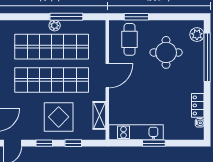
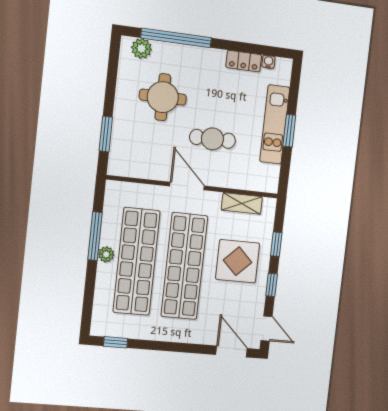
cafe table: (130, 39) -> (212, 139), moved
kitchen unit: (136, 132) -> (275, 124), moved

